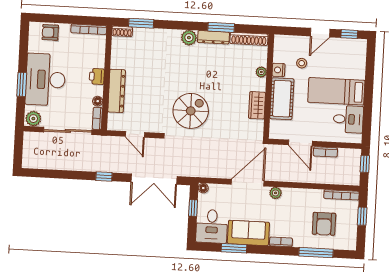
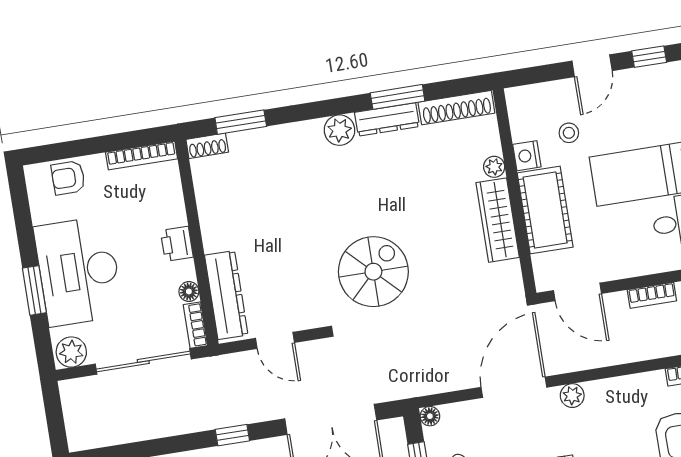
dresser: (117, 91) -> (226, 295), moved
wardrobe: (257, 105) -> (498, 220), width x1.50
door: (300, 143) -> (578, 292), moved

